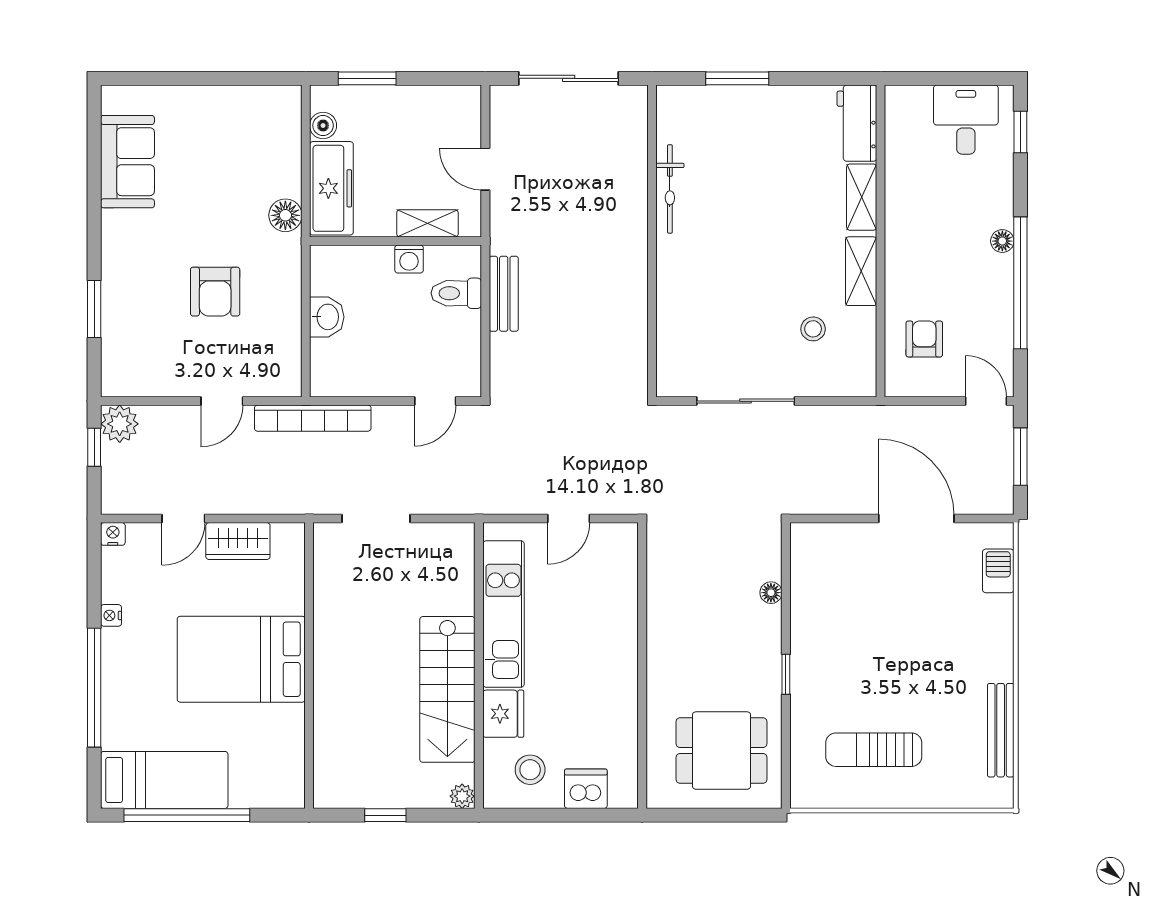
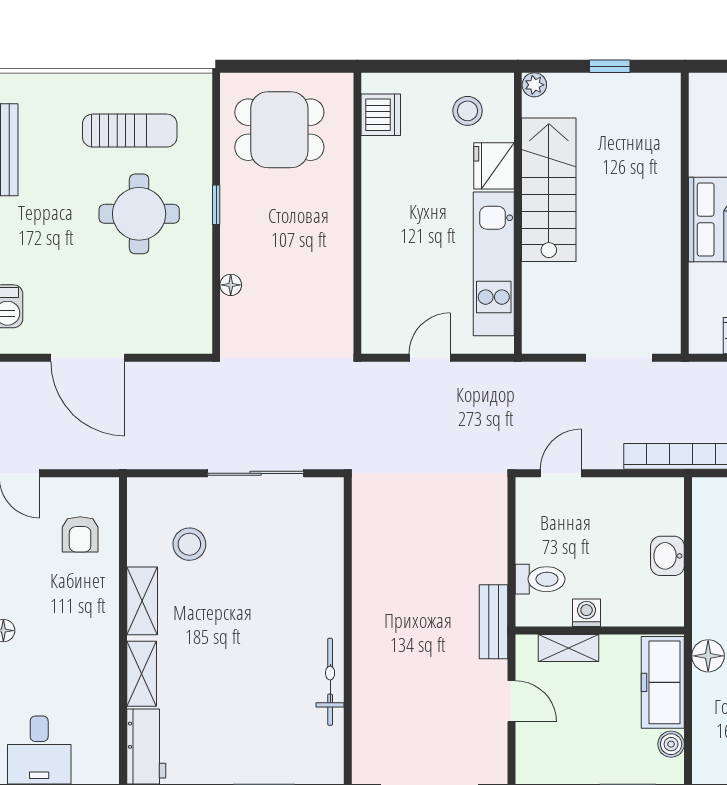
bench: (504, 294) -> (493, 622), moved
stool: (813, 329) -> (189, 544), width x1.37, depth x1.37
round table: (864, 665) -> (139, 214), added
dishwasher: (586, 789) -> (381, 115), moved, turned -90

